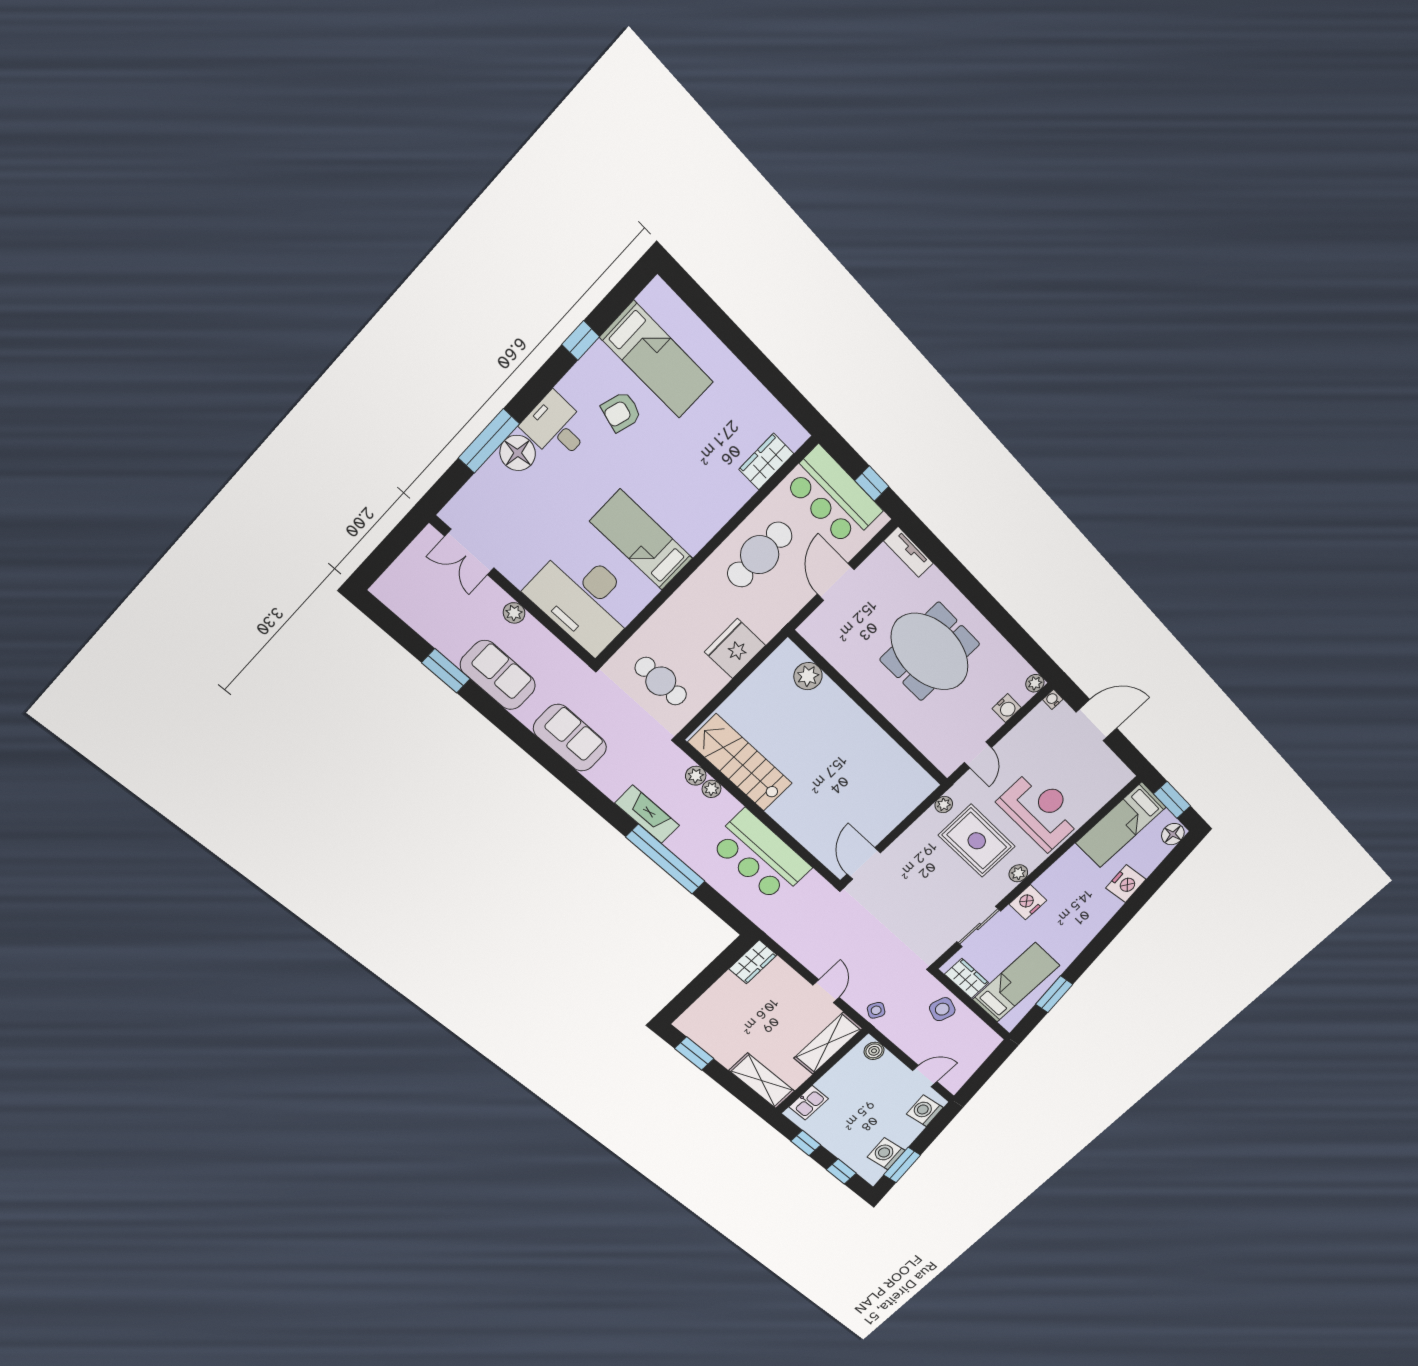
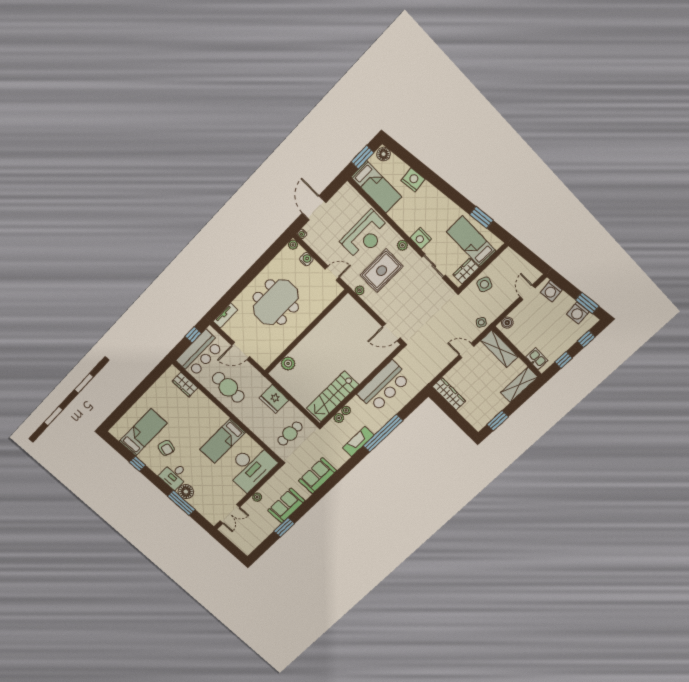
reception desk: (1041, 810) -> (365, 235), turned 180
wardrobe: (753, 962) -> (449, 394), width x1.50

